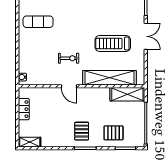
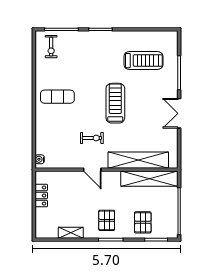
double door: (146, 36) -> (179, 113), swing flipped
treadmill: (113, 44) -> (115, 103), moved, turned 90
shelving: (127, 94) -> (149, 179), width x1.47
pallet: (114, 133) -> (143, 222), turned 90
shelving: (30, 142) -> (71, 233), moved

